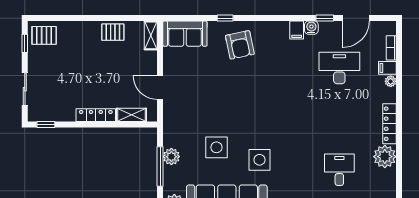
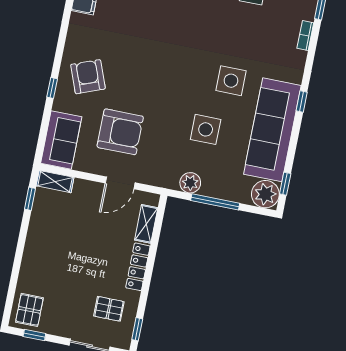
window: (133, 18) -> (30, 199), added
pallet: (113, 32) -> (109, 309), moved, turned 90
armchair: (240, 45) -> (88, 77), turned -99
armchair: (201, 79) -> (120, 132), added
plant: (171, 157) -> (190, 183), moved

